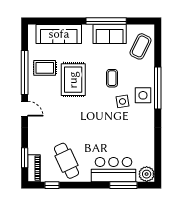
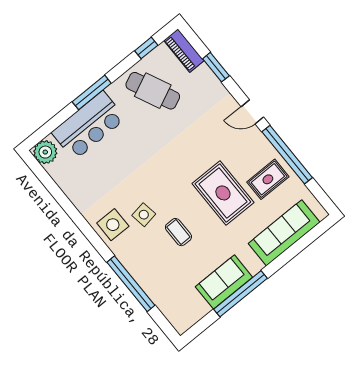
coffee table: (141, 46) -> (175, 297), removed
window: (158, 88) -> (131, 284), moved
side table: (143, 95) -> (113, 225), moved
window: (25, 158) -> (216, 67), moved
window: (123, 185) -> (92, 92), moved

